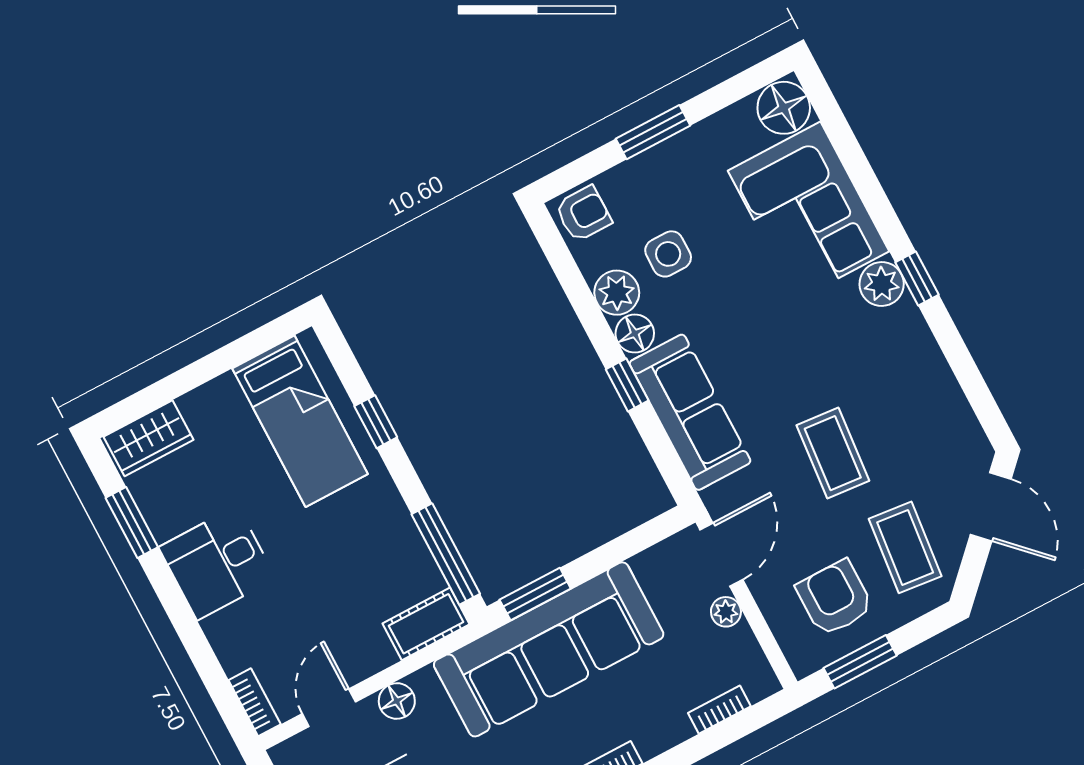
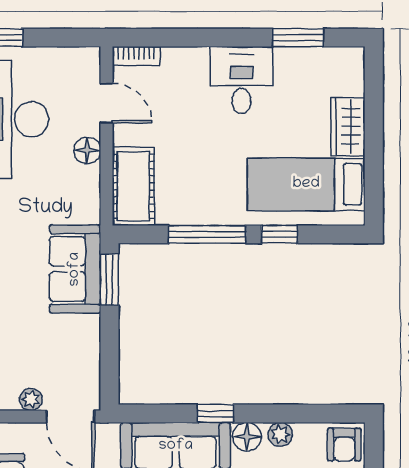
plant: (617, 293) -> (280, 434), width x0.73, depth x0.73
wardrobe: (148, 438) -> (348, 126), moved
window: (446, 554) -> (207, 234), moved
cot: (426, 624) -> (133, 186), width x1.37, depth x1.34
sofa: (549, 649) -> (75, 269), width x0.54, depth x0.79

